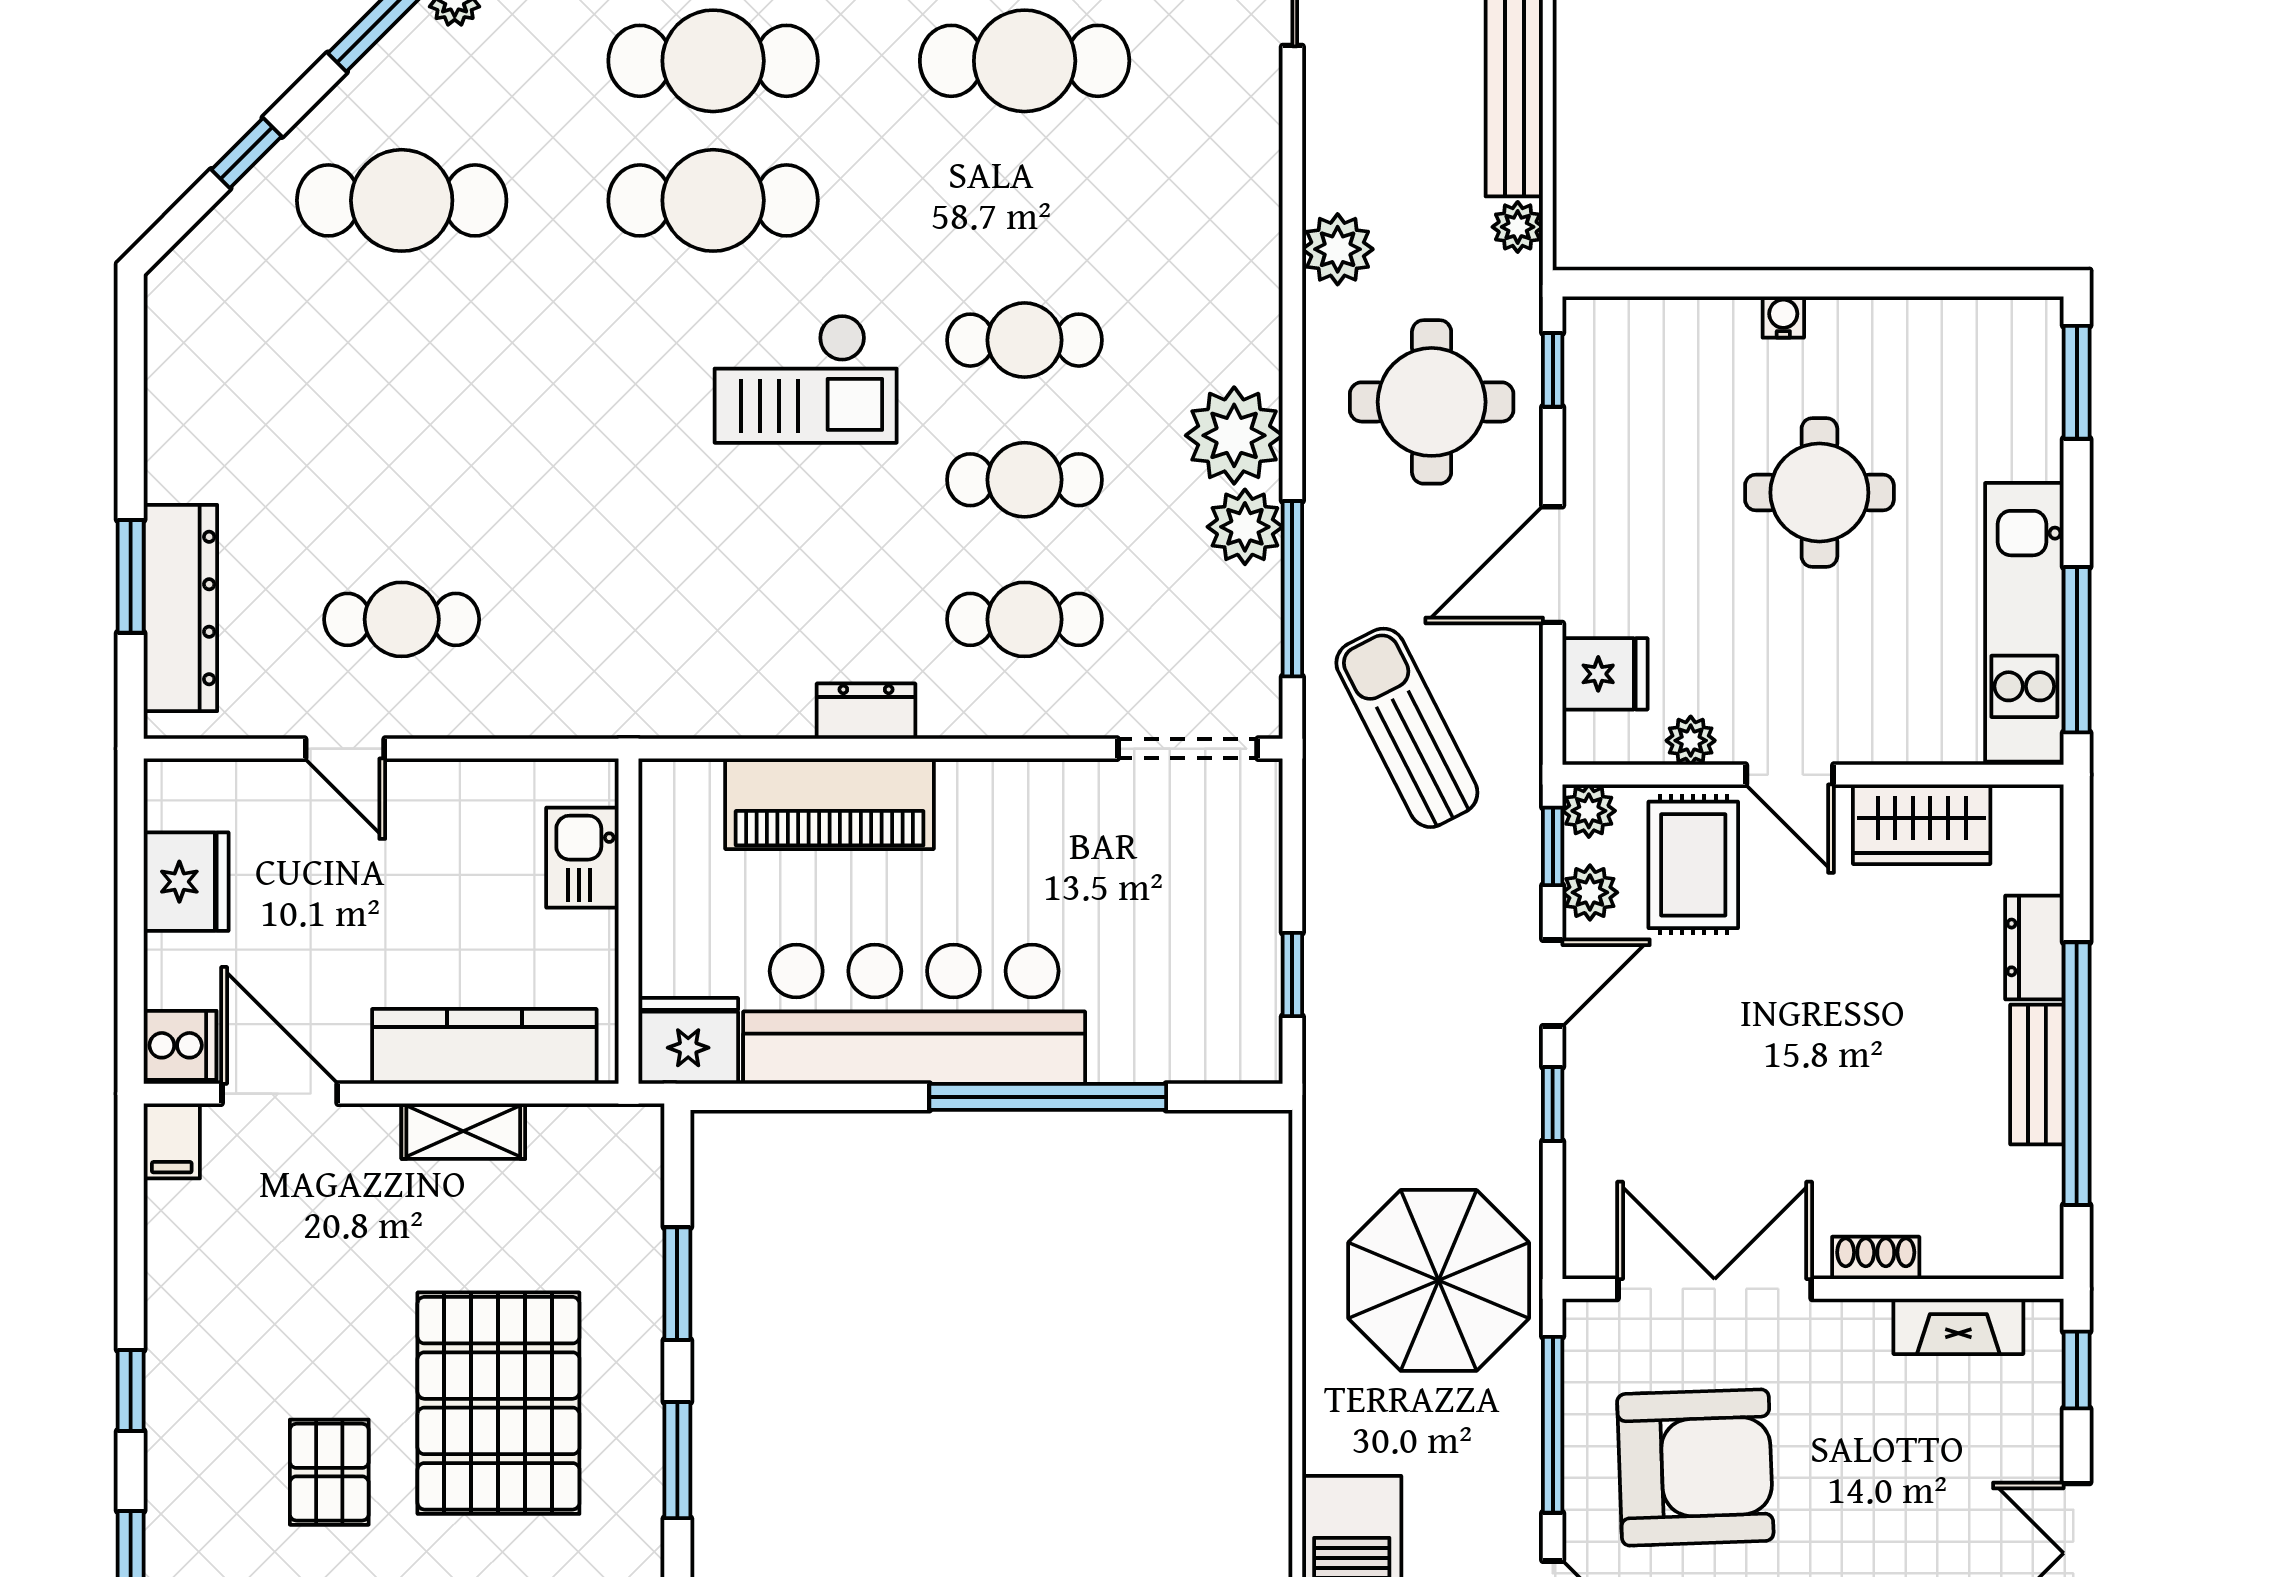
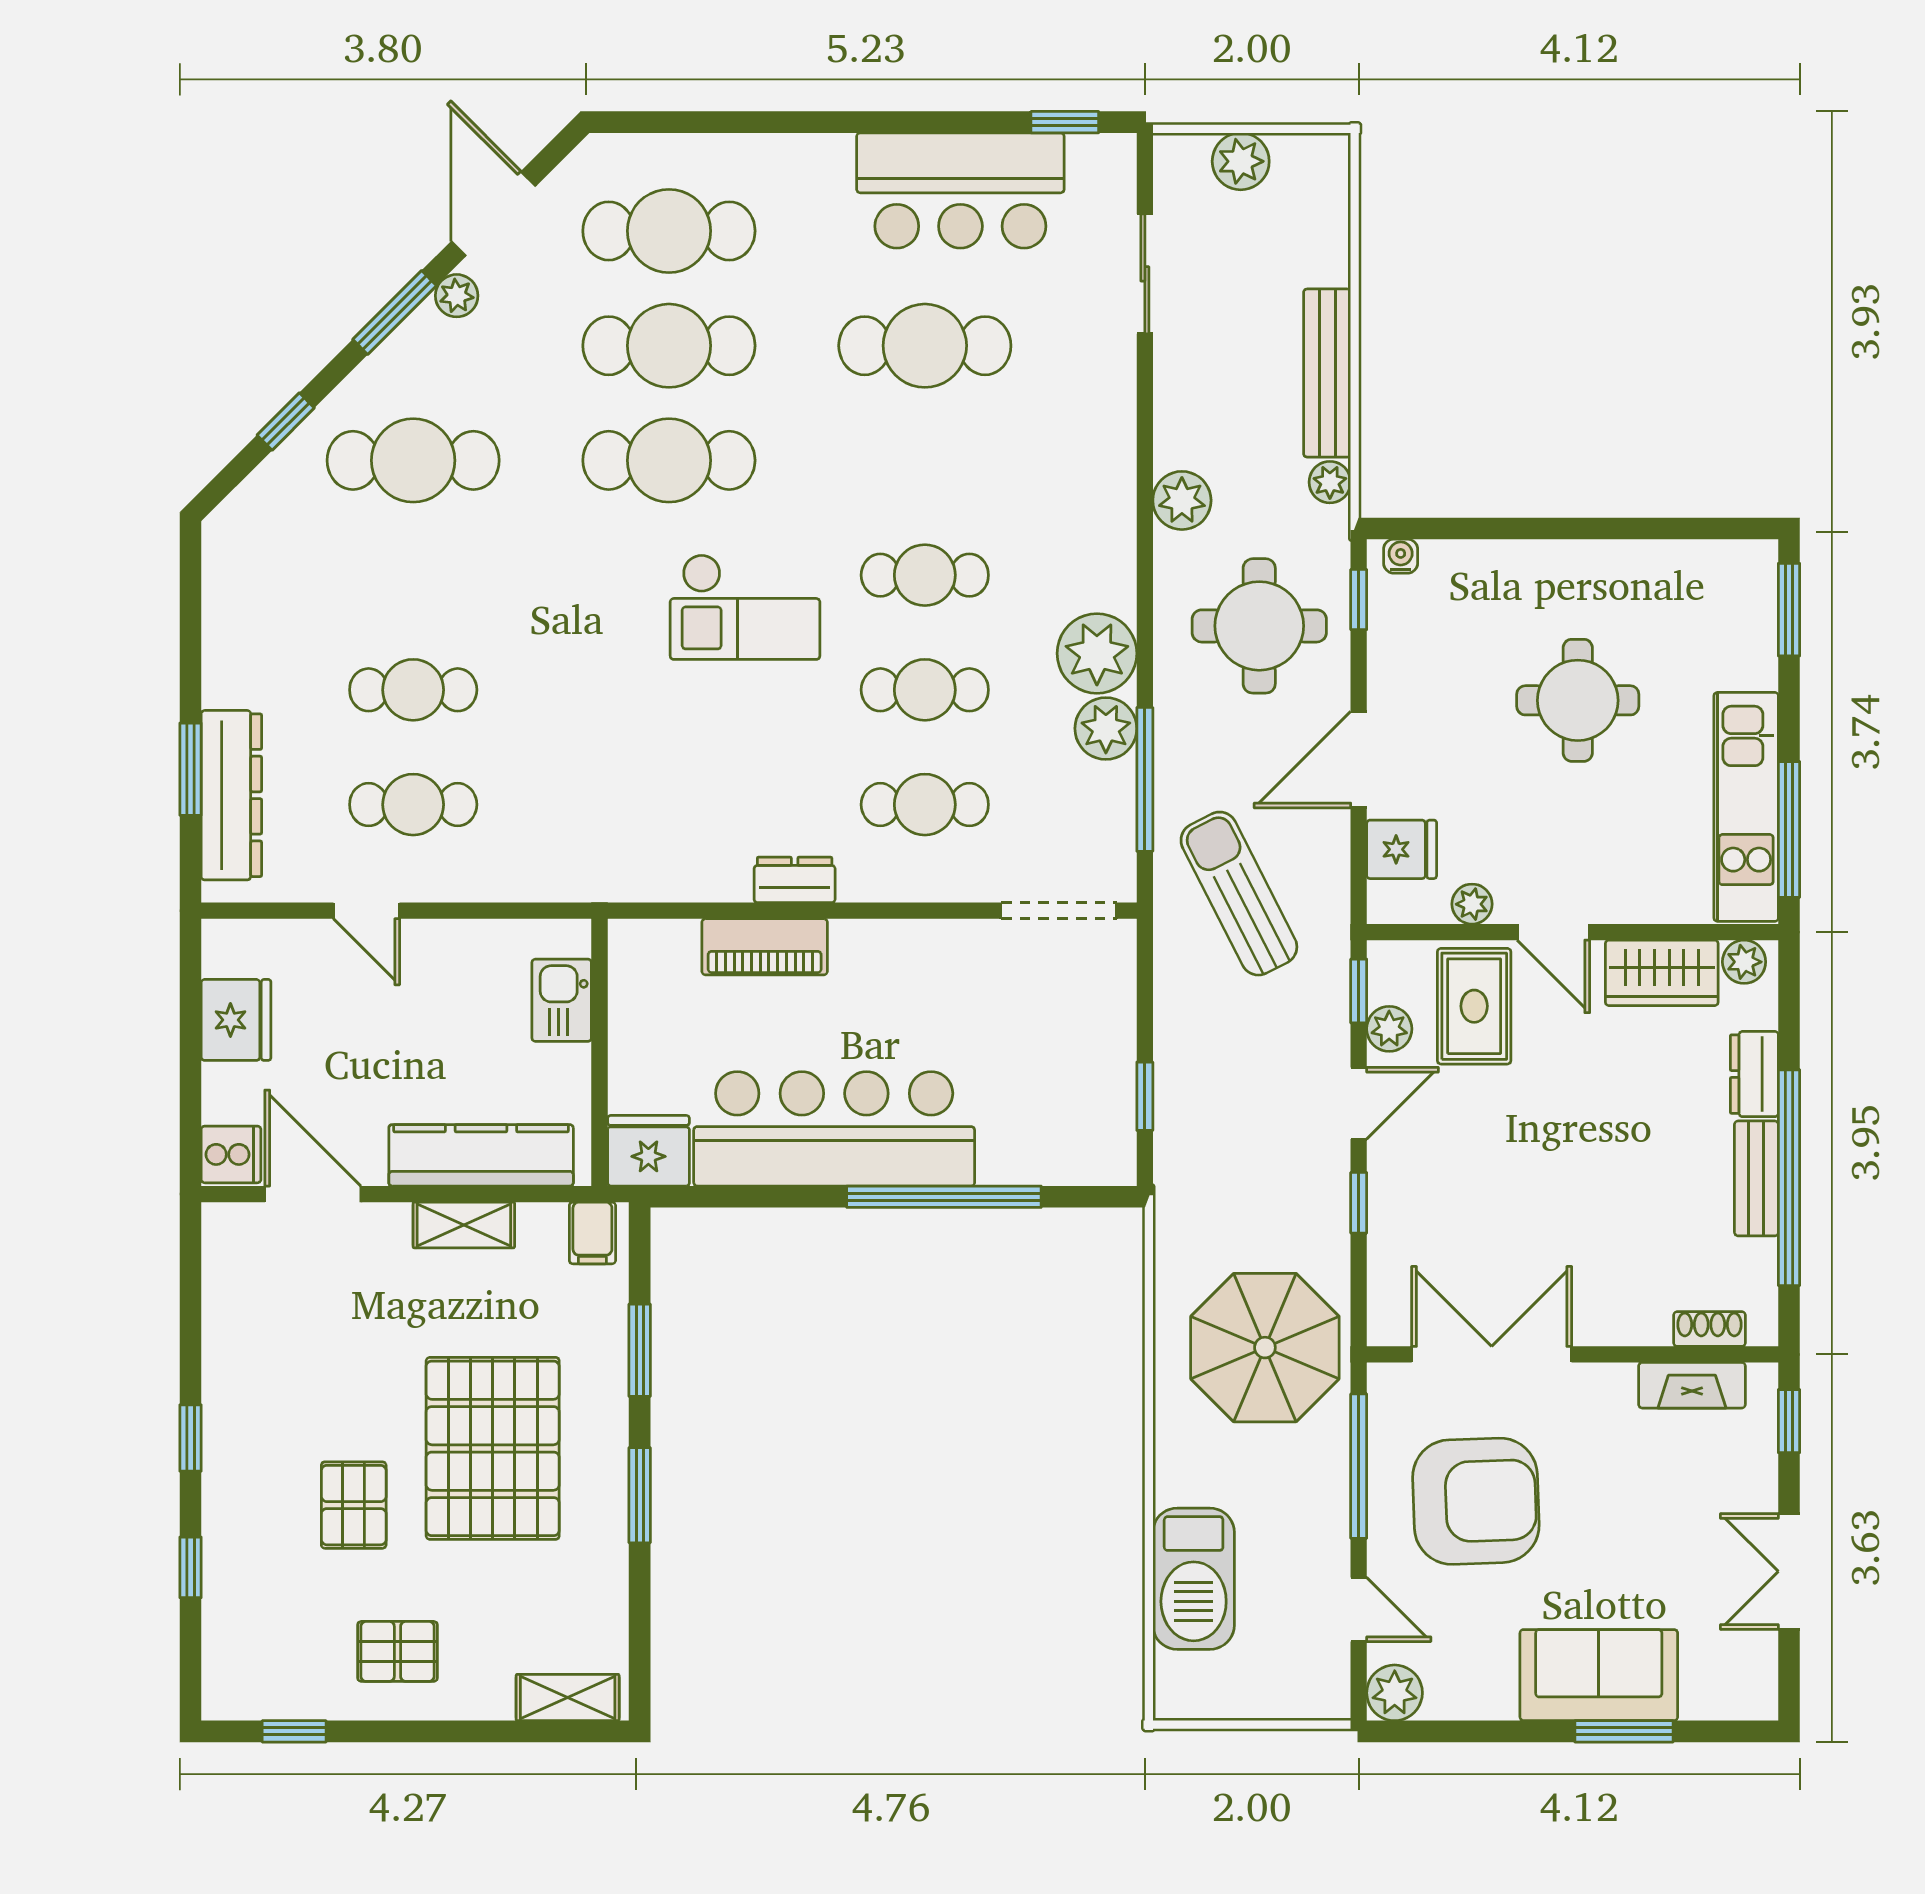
water cooler: (1783, 317) -> (1401, 556), moved
cafe table: (402, 480) -> (413, 690), added
piano: (830, 804) -> (765, 947), width x0.73, depth x0.75
plant: (1589, 811) -> (1744, 962), moved
filing cabinet: (172, 1141) -> (592, 1233), moved
shoe rack: (1876, 1258) -> (1710, 1329), moved

